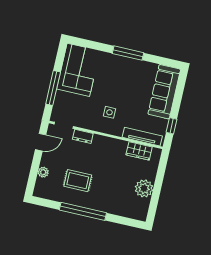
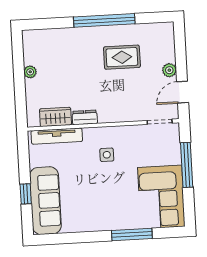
window: (128, 53) -> (132, 235), moved
window: (171, 126) -> (26, 194), moved
dresser: (83, 136) -> (85, 117), moved
plant: (43, 172) -> (169, 70), moved
plant: (144, 188) -> (30, 72), width x0.53, depth x0.53

